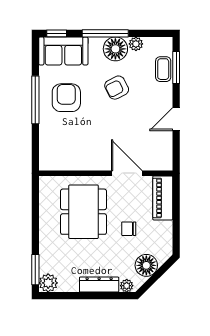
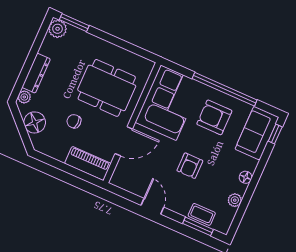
window: (105, 33) -> (256, 177), removed
floor lamp: (115, 49) -> (246, 177), width x0.53, depth x0.53
armchair: (117, 88) -> (190, 166), moved, turned -153
armchair: (66, 98) -> (214, 117), turned 180
window: (35, 100) -> (225, 89), width x1.46
corner sofa: (72, 147) -> (168, 103), added
chair: (129, 229) -> (74, 121), turned -90

